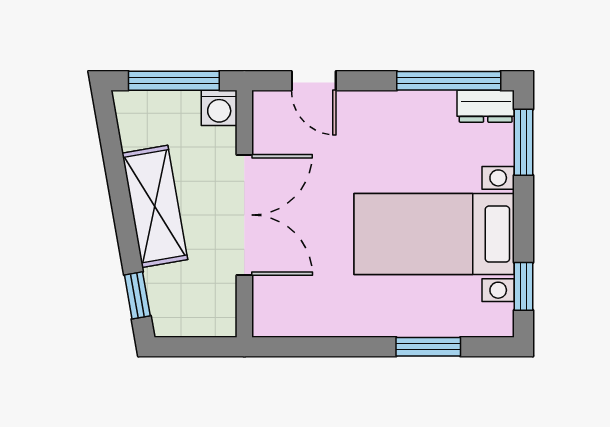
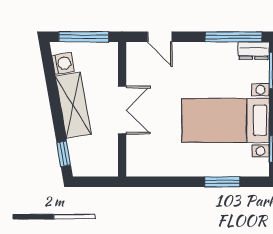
washing machine: (219, 108) -> (63, 63), moved, turned -100
double door: (244, 215) -> (122, 110), width x0.73

